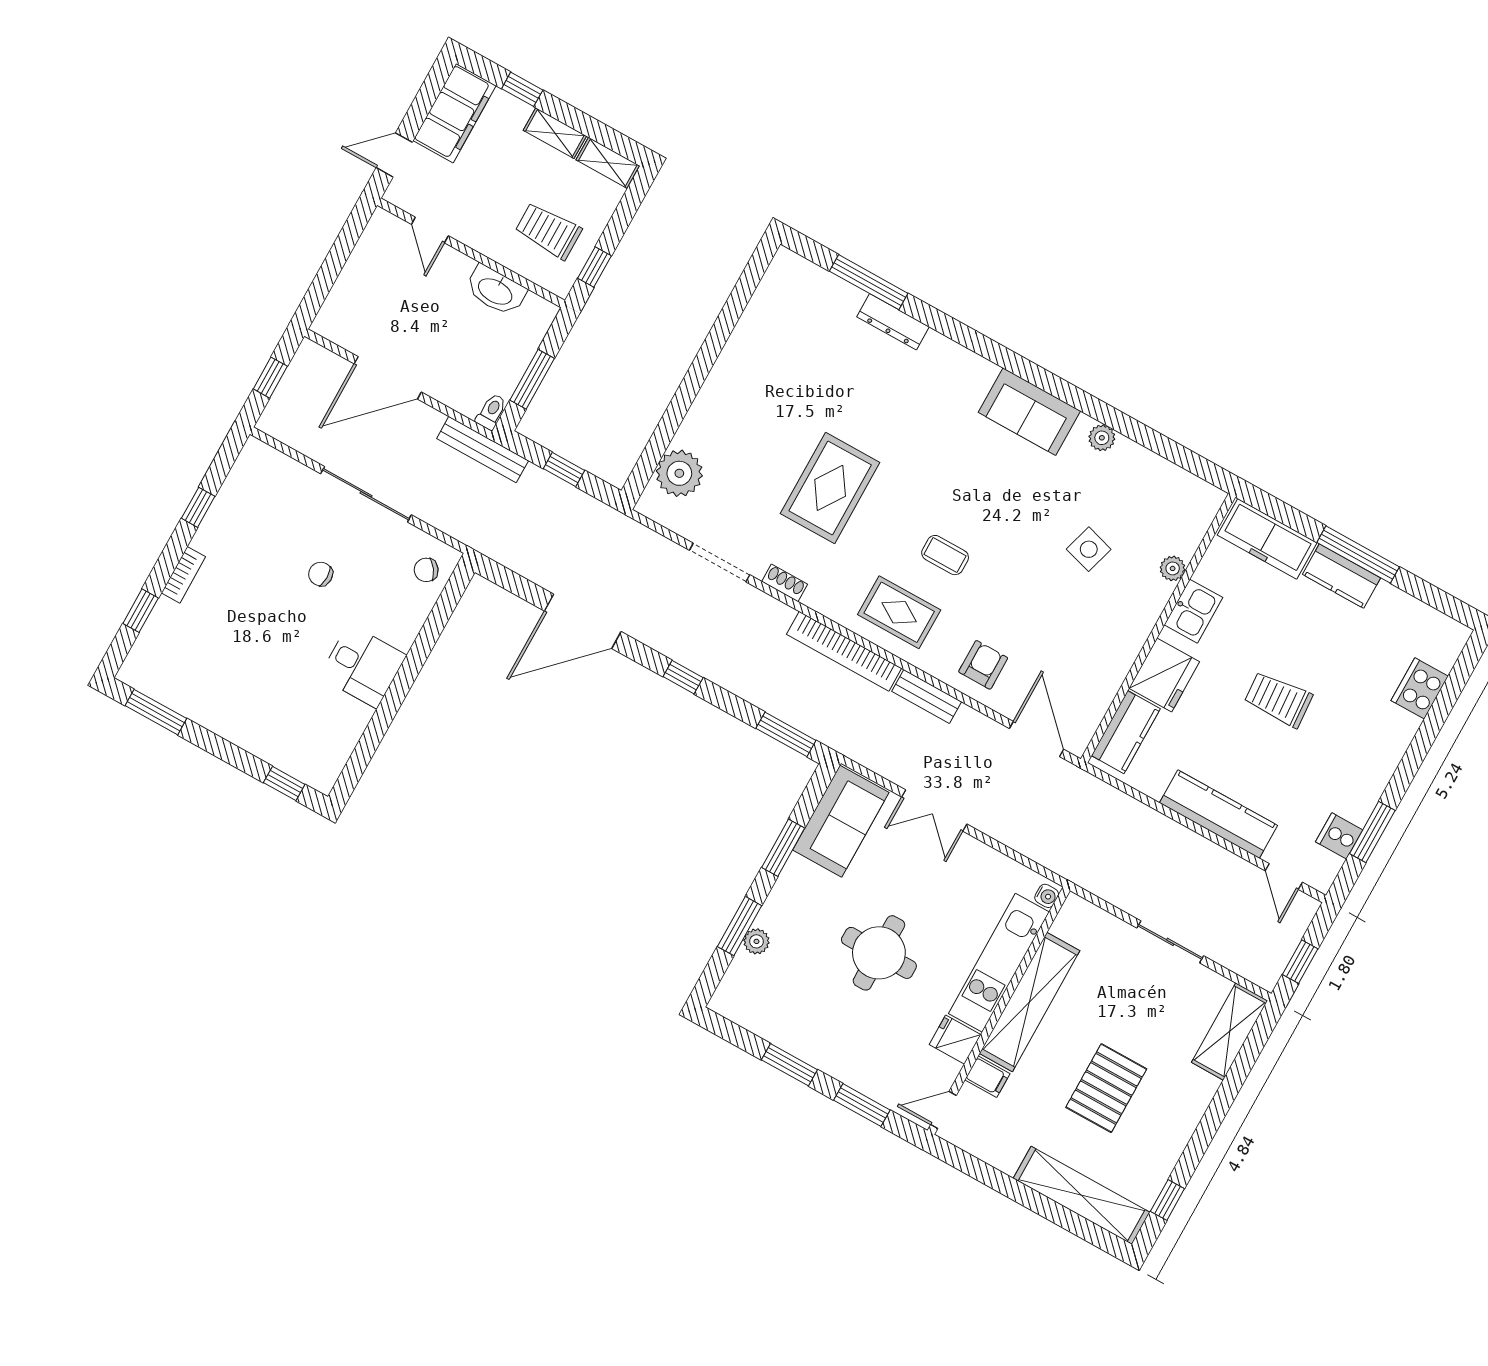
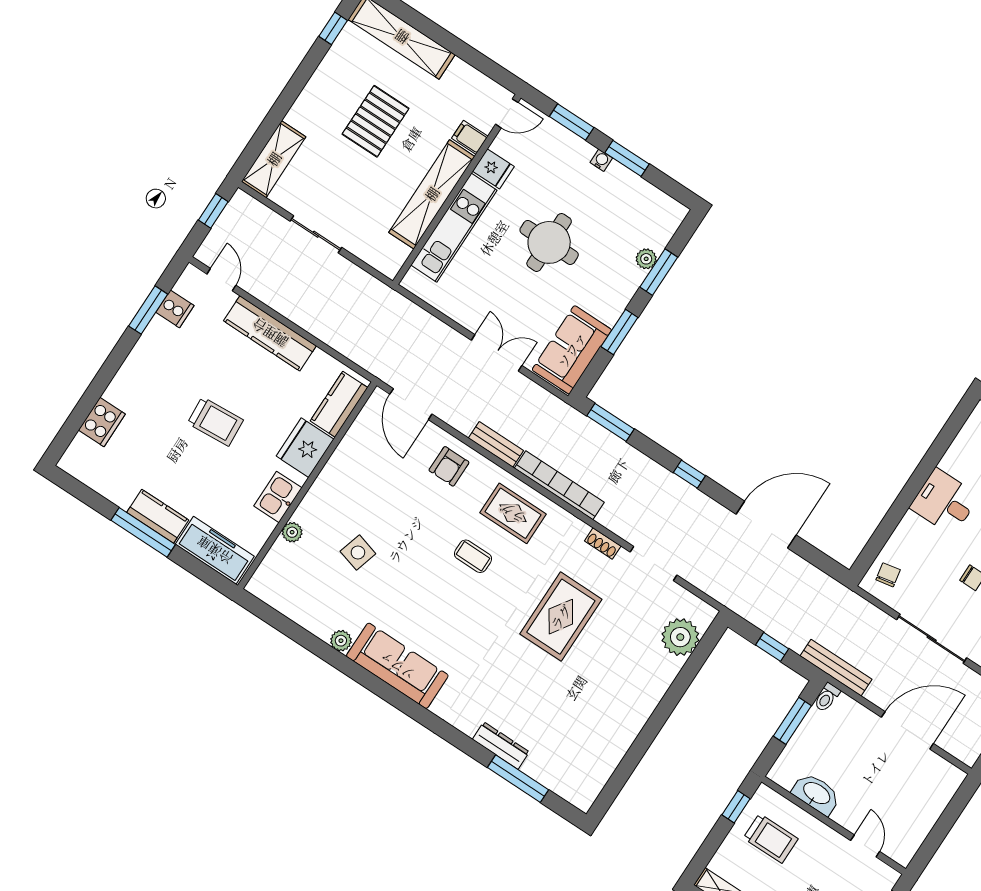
sofa: (1029, 412) -> (397, 666), width x1.36
chair: (426, 570) -> (888, 575), turned -66
water cooler: (1047, 896) -> (601, 160), moved, turned 90

